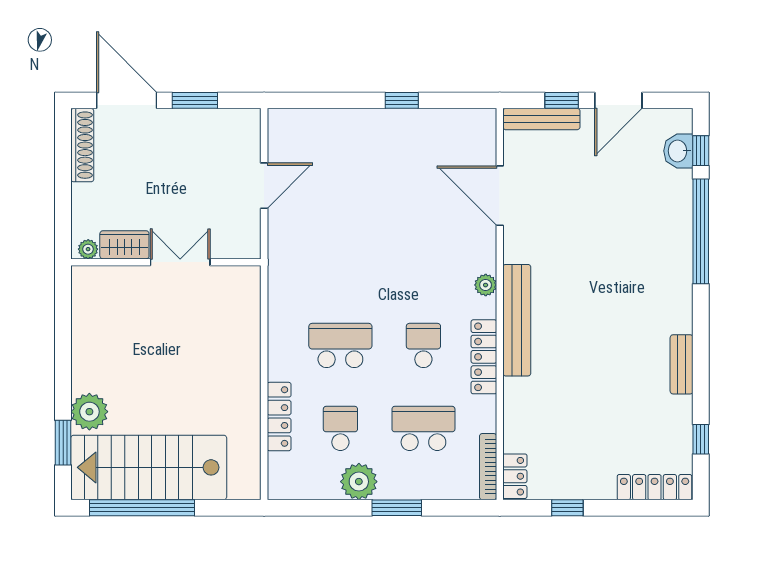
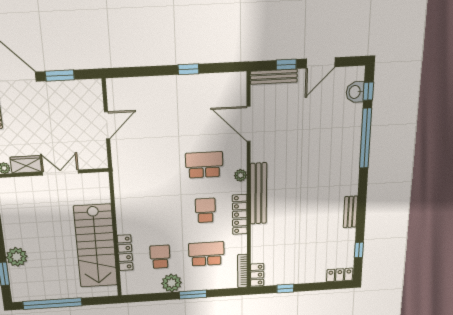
school desk: (340, 345) -> (204, 165), moved
stairs: (149, 467) -> (96, 246), moved, turned -90
locker: (655, 487) -> (340, 275), width x0.66

